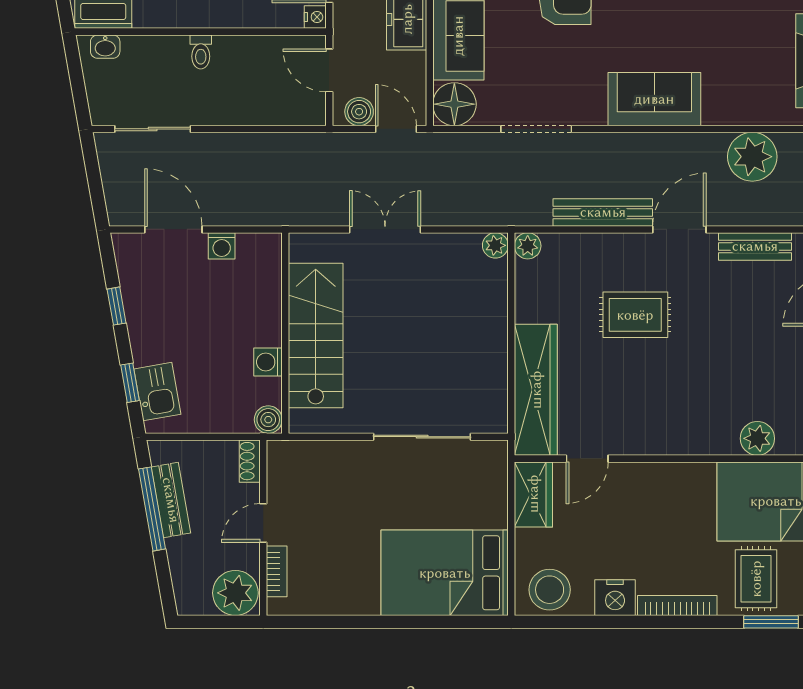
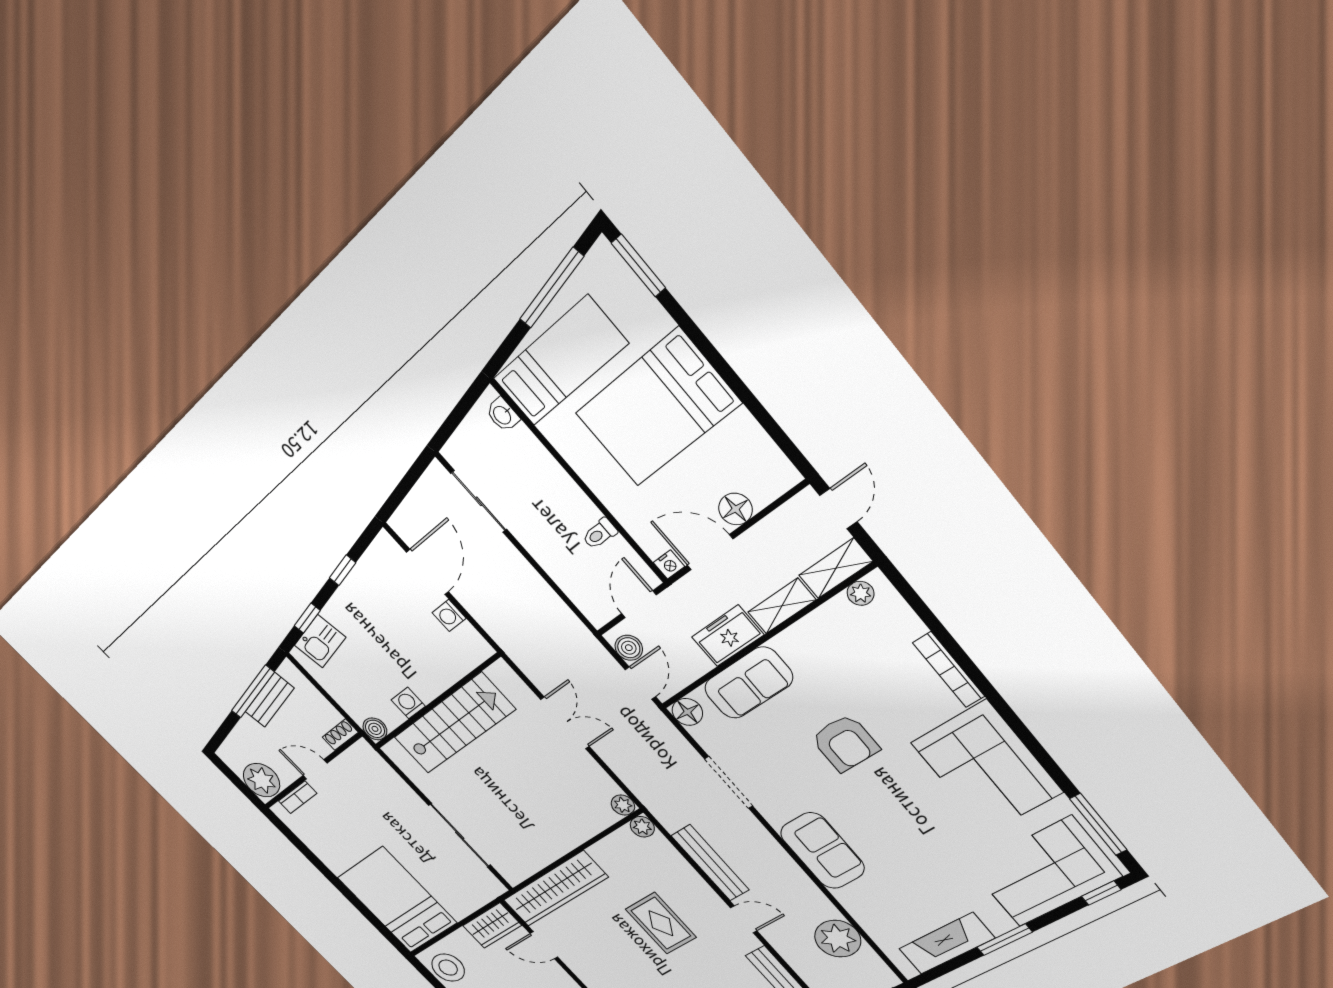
toilet: (201, 52) -> (600, 534), moved
floor lamp: (454, 104) -> (687, 712), width x0.73, depth x0.73
door: (679, 229) -> (744, 919), width x0.73

